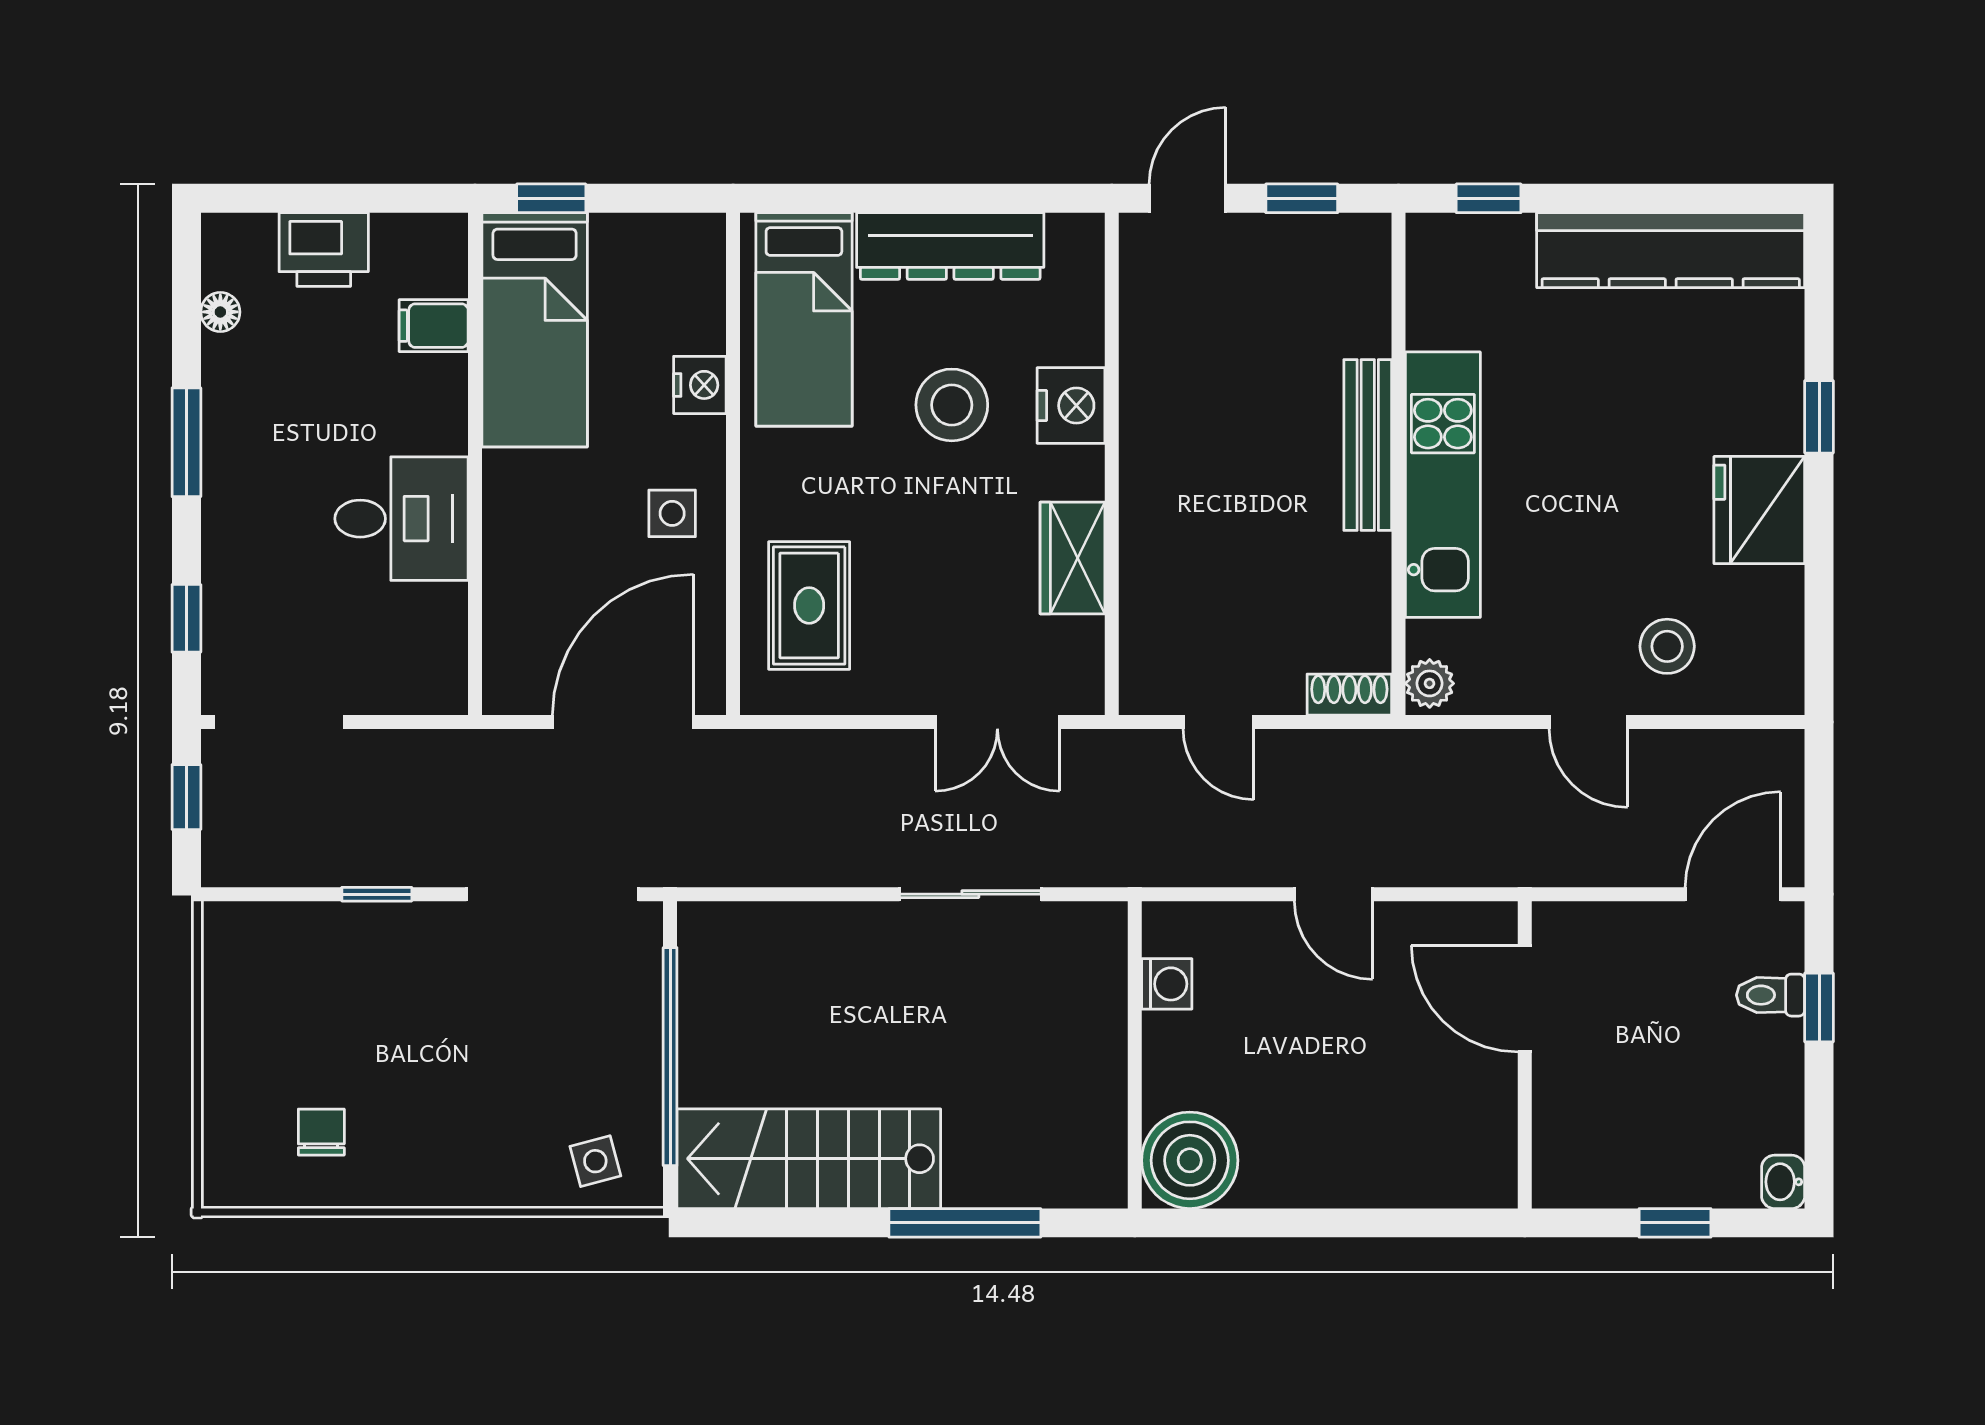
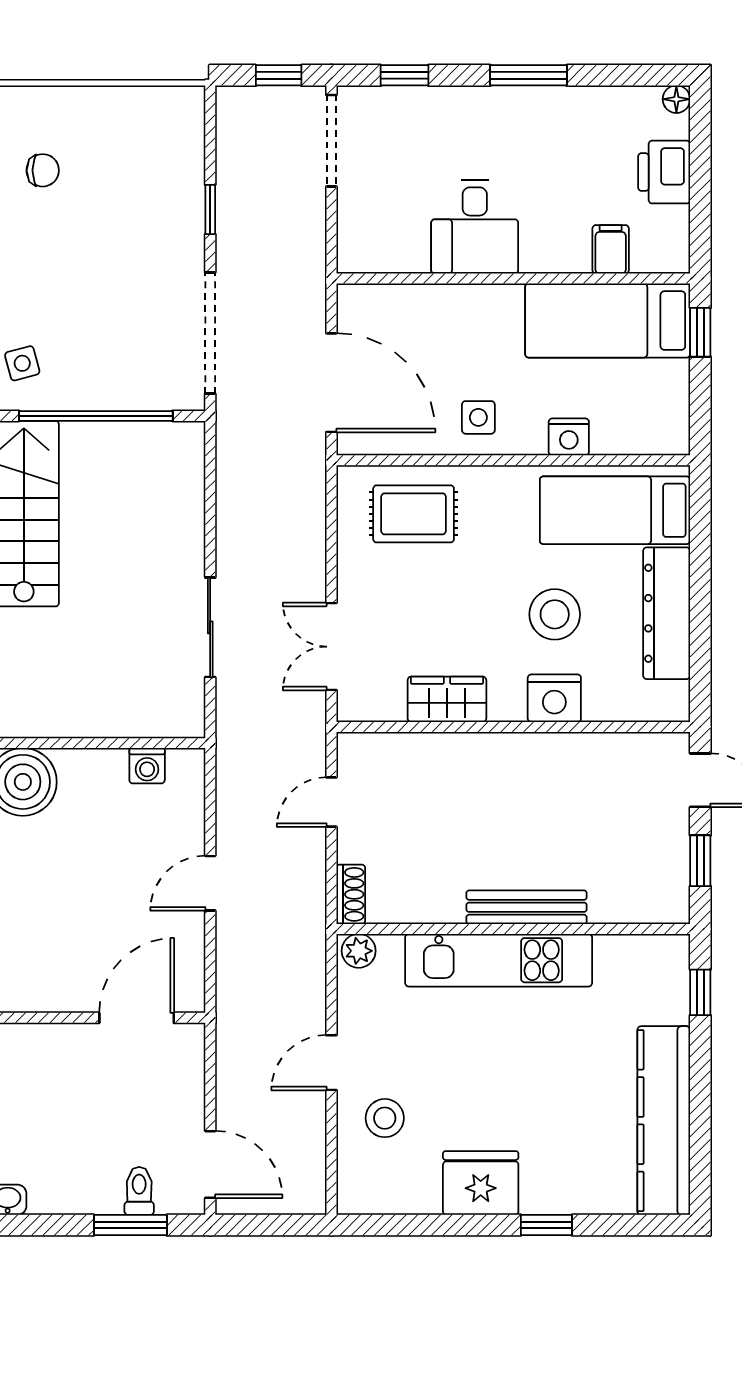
floor lamp: (220, 312) -> (676, 99), moved
window: (1819, 1007) -> (130, 1225), width x1.50

